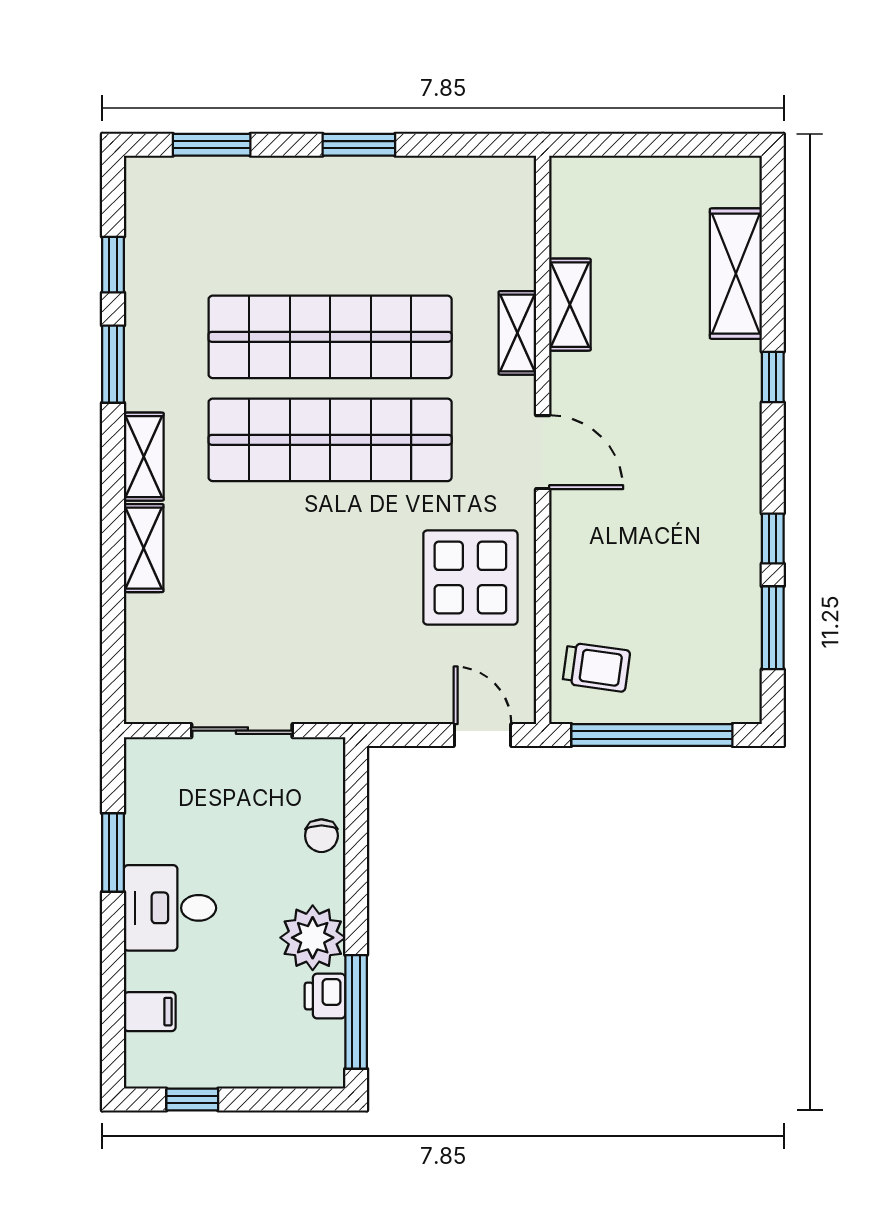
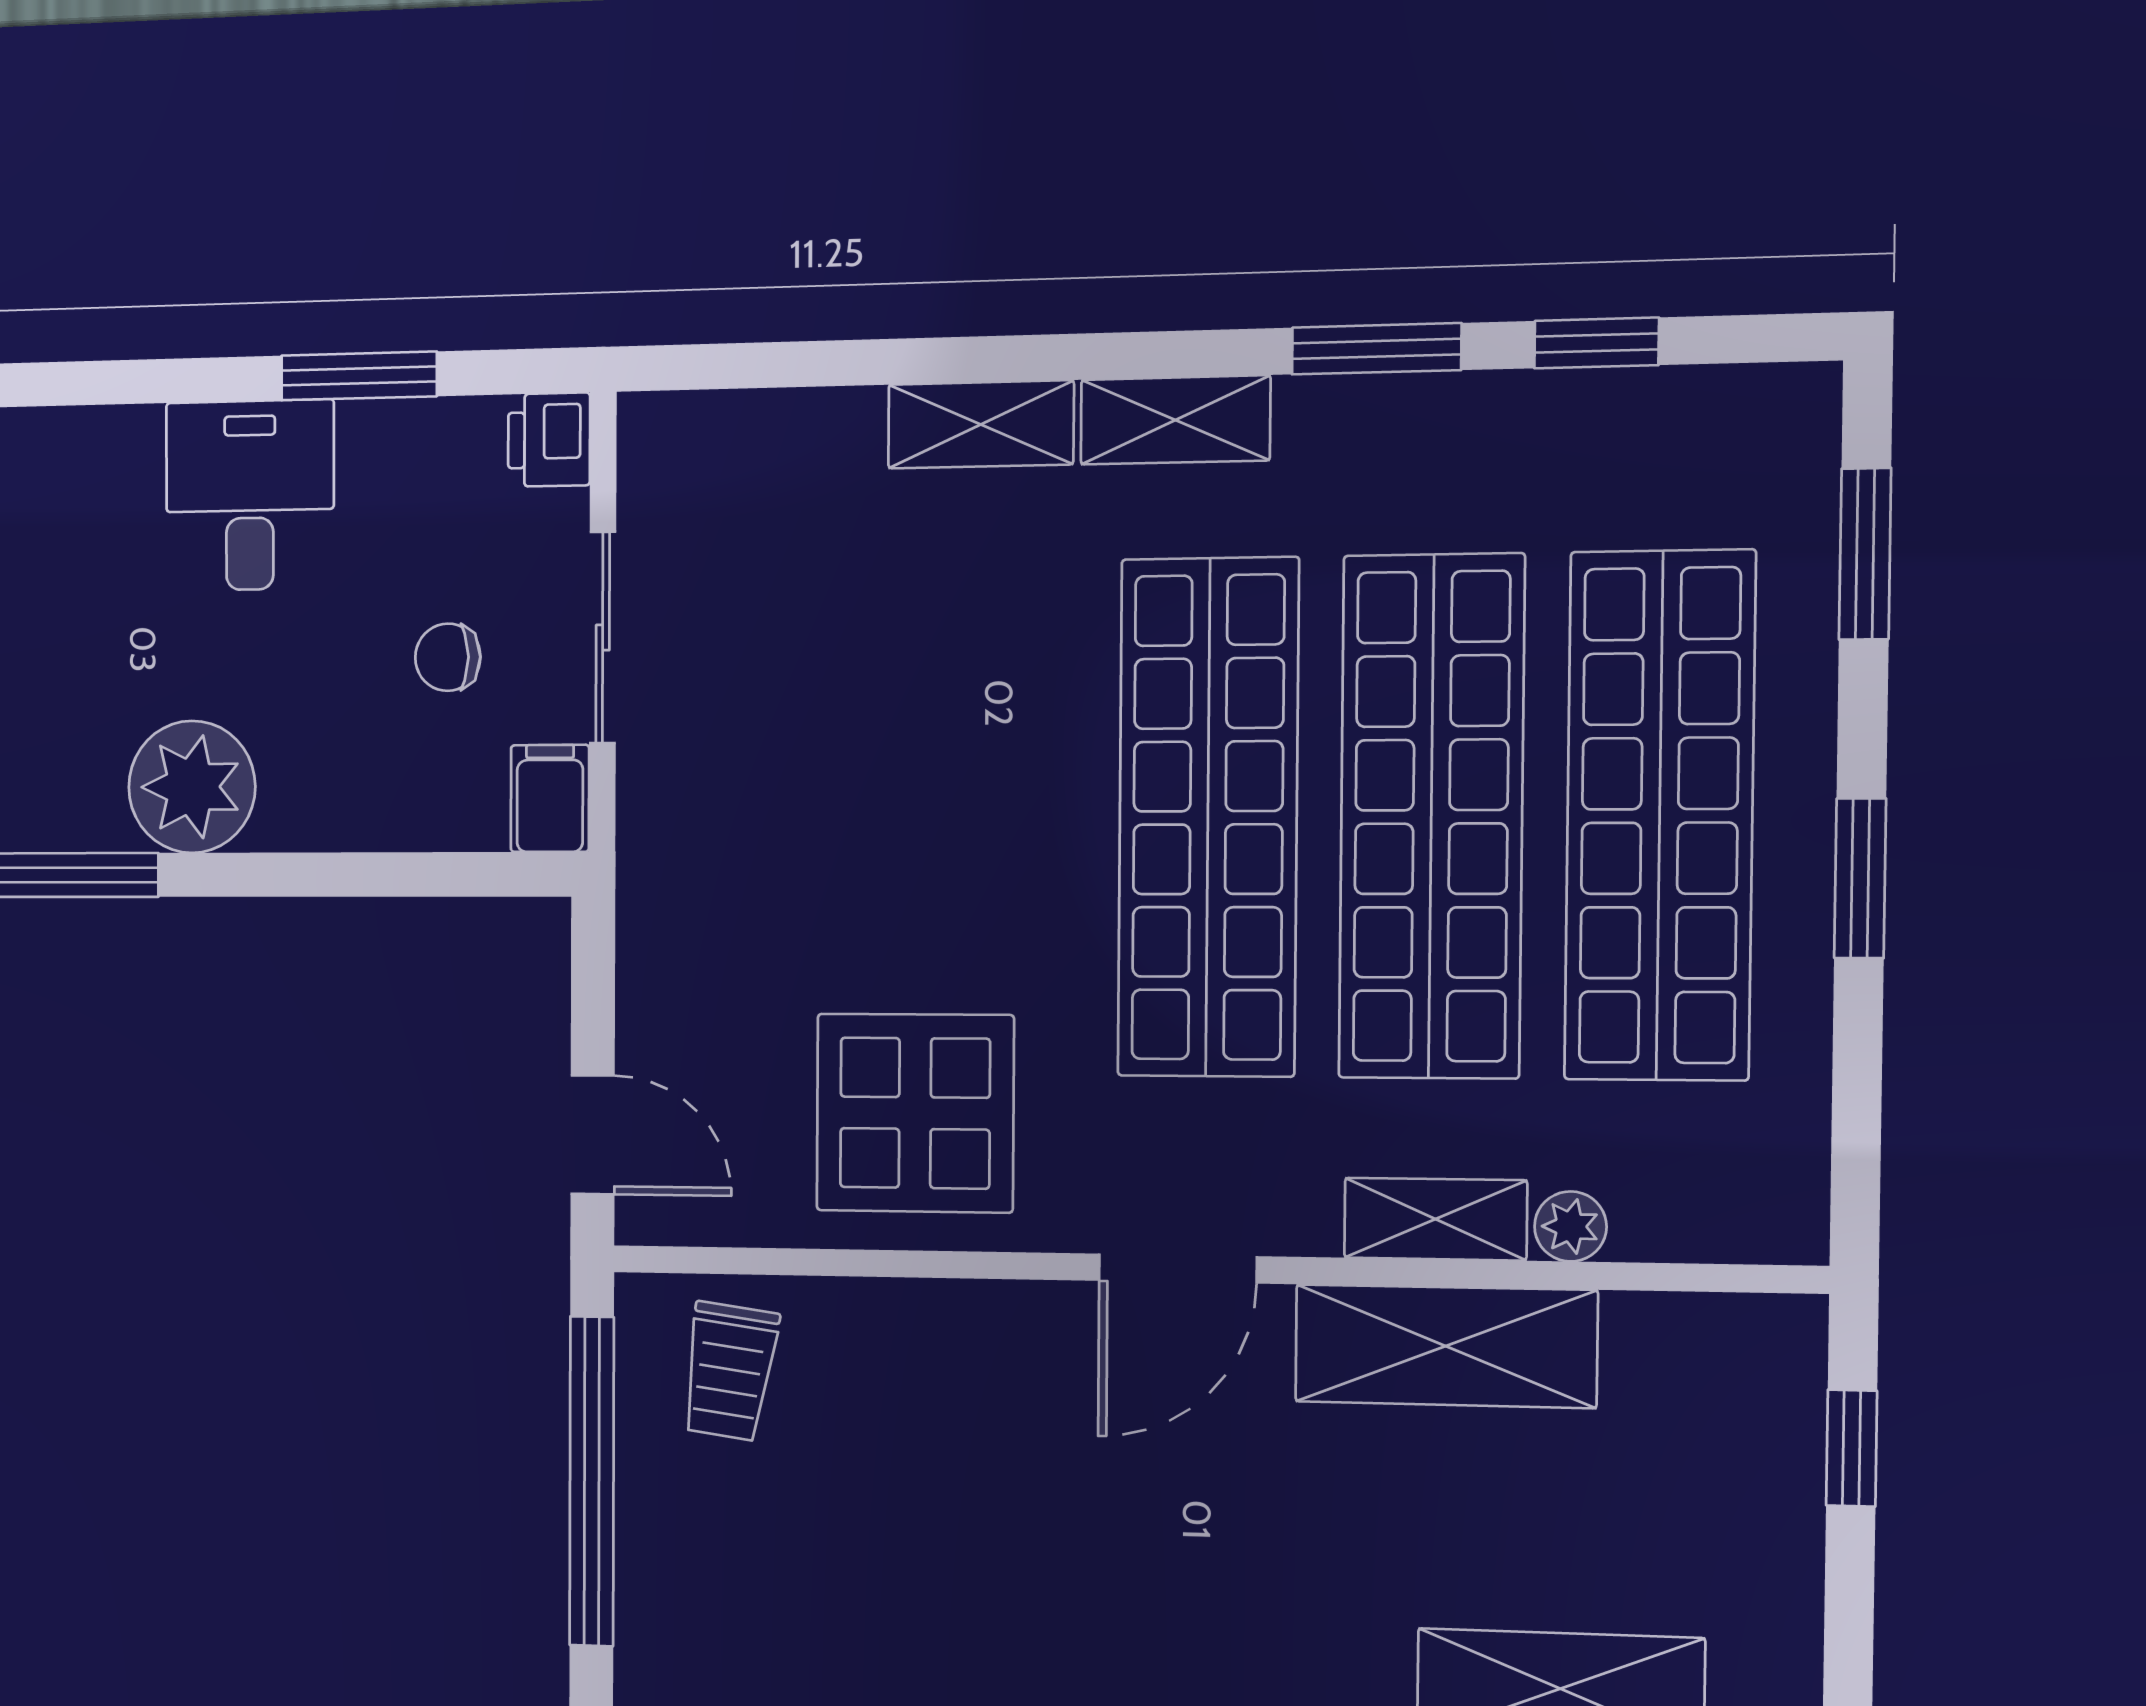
window: (620, 145) -> (1852, 1448), added
shop shelf: (330, 234) -> (1660, 816), added
plant: (520, 271) -> (1571, 1226), added
shelving: (570, 305) -> (1446, 1346), width x1.50, depth x1.33
door: (483, 735) -> (593, 1135), hinge flipped
chair: (321, 836) -> (448, 657), moved
printer: (325, 996) -> (549, 440), moved, turned -90
filing cabinet: (150, 1012) -> (550, 798), moved, turned 180

